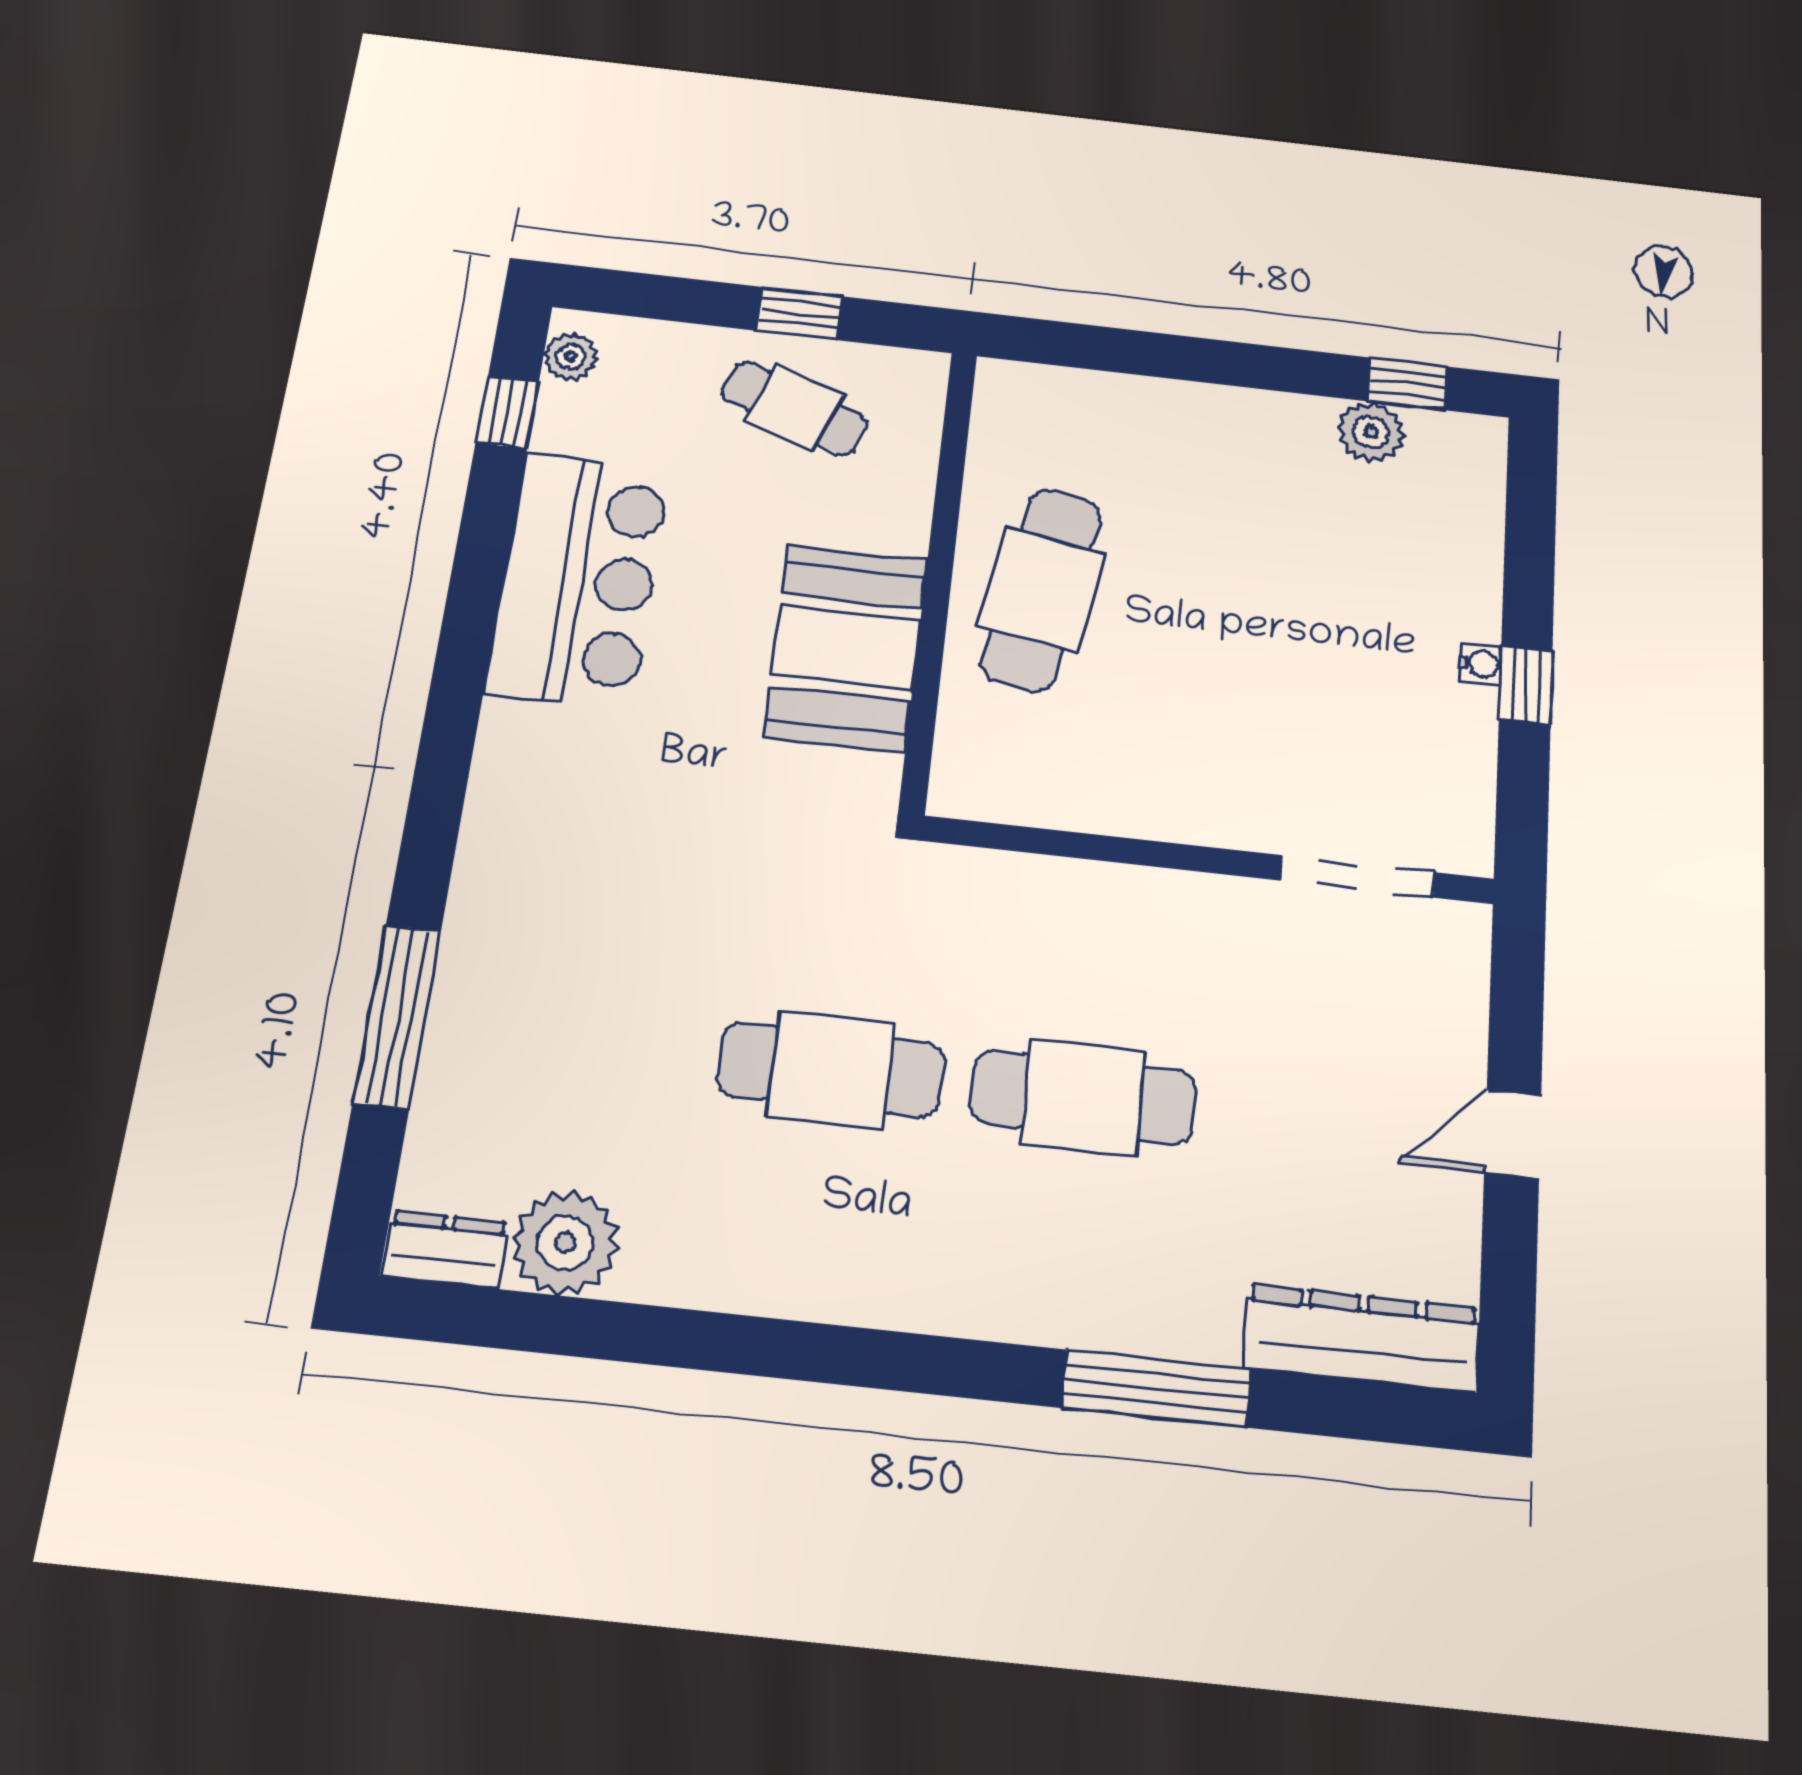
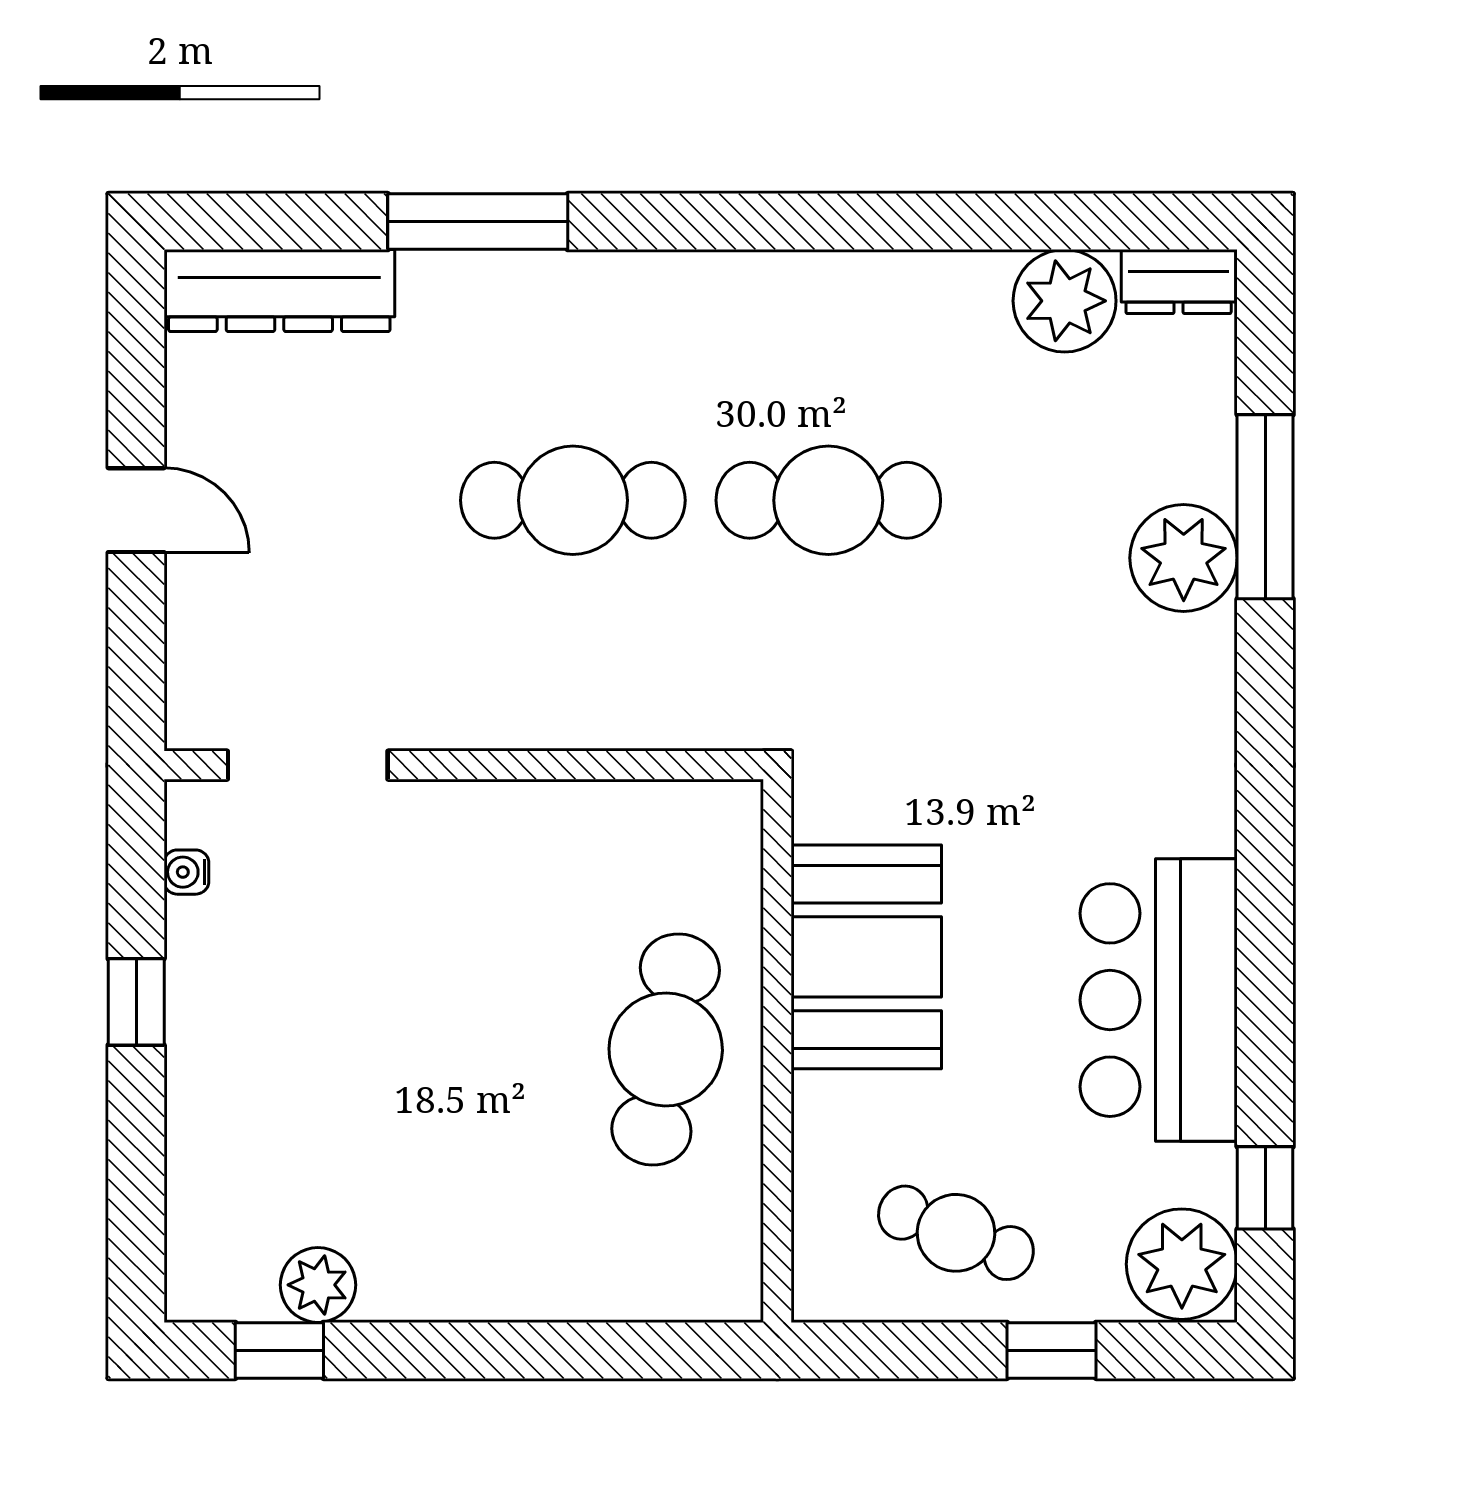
window: (800, 314) -> (1051, 1350), moved
plant: (571, 357) -> (1182, 1264), width x1.87, depth x1.87
water cooler: (1480, 664) -> (186, 872), moved
plant: (487, 976) -> (1184, 558), added
door: (1513, 1134) -> (136, 510), hinge flipped

